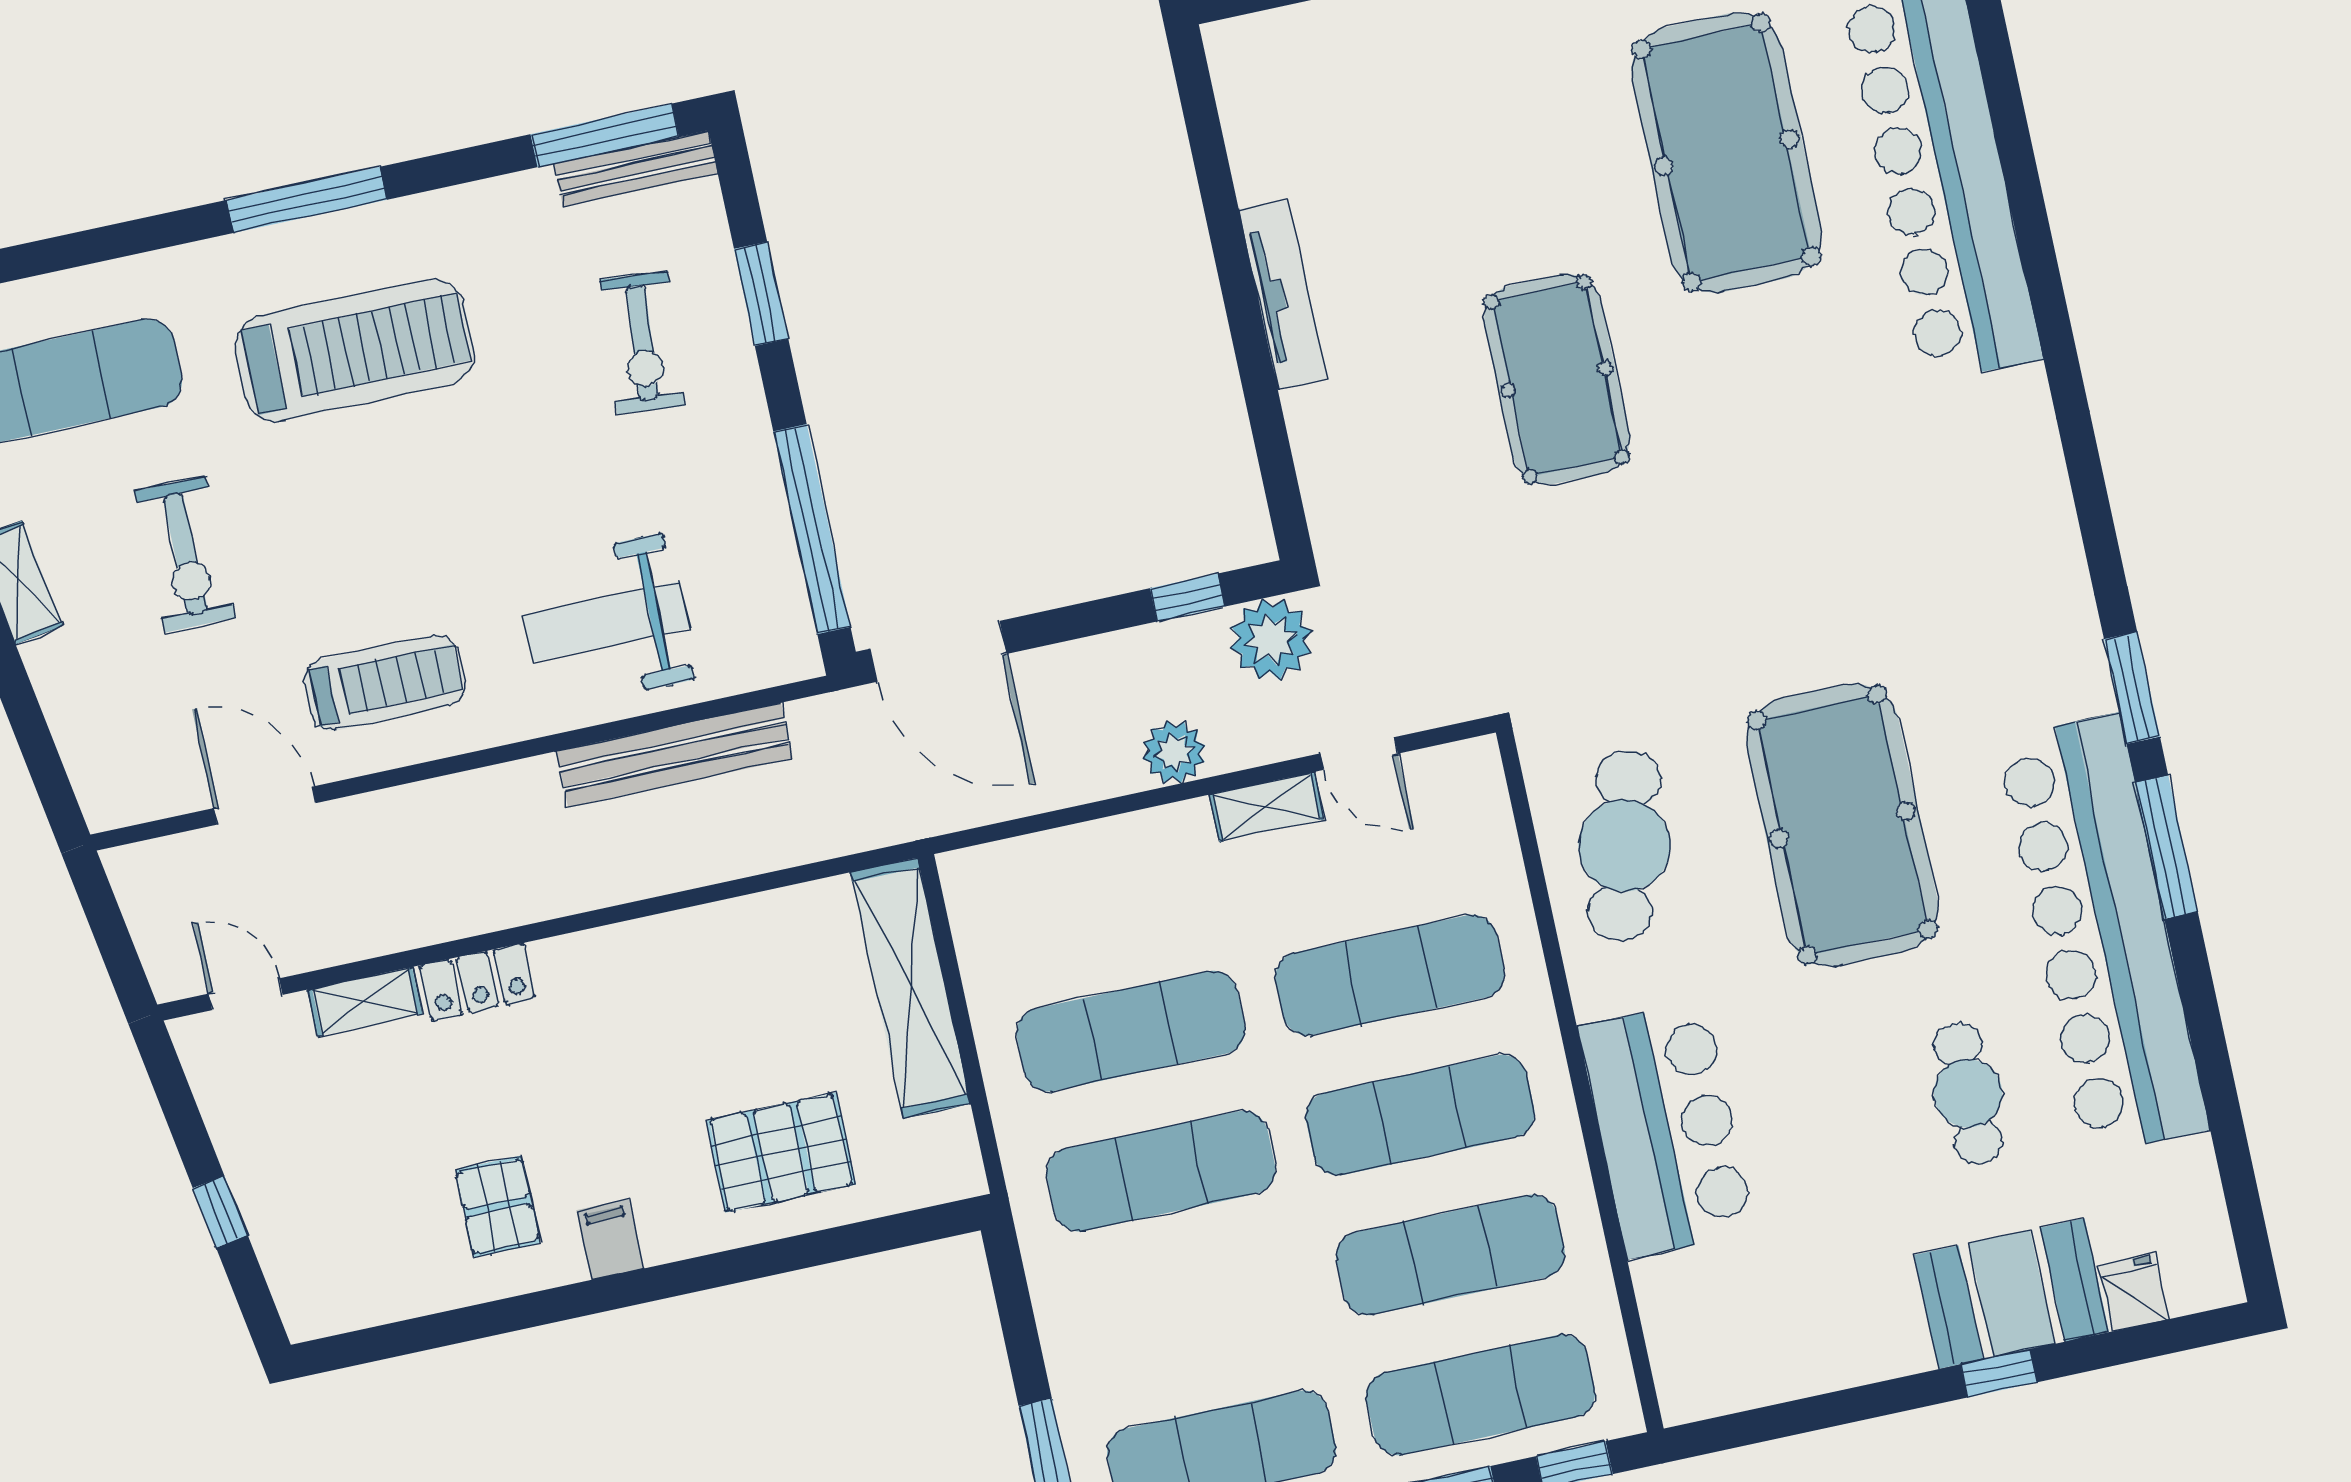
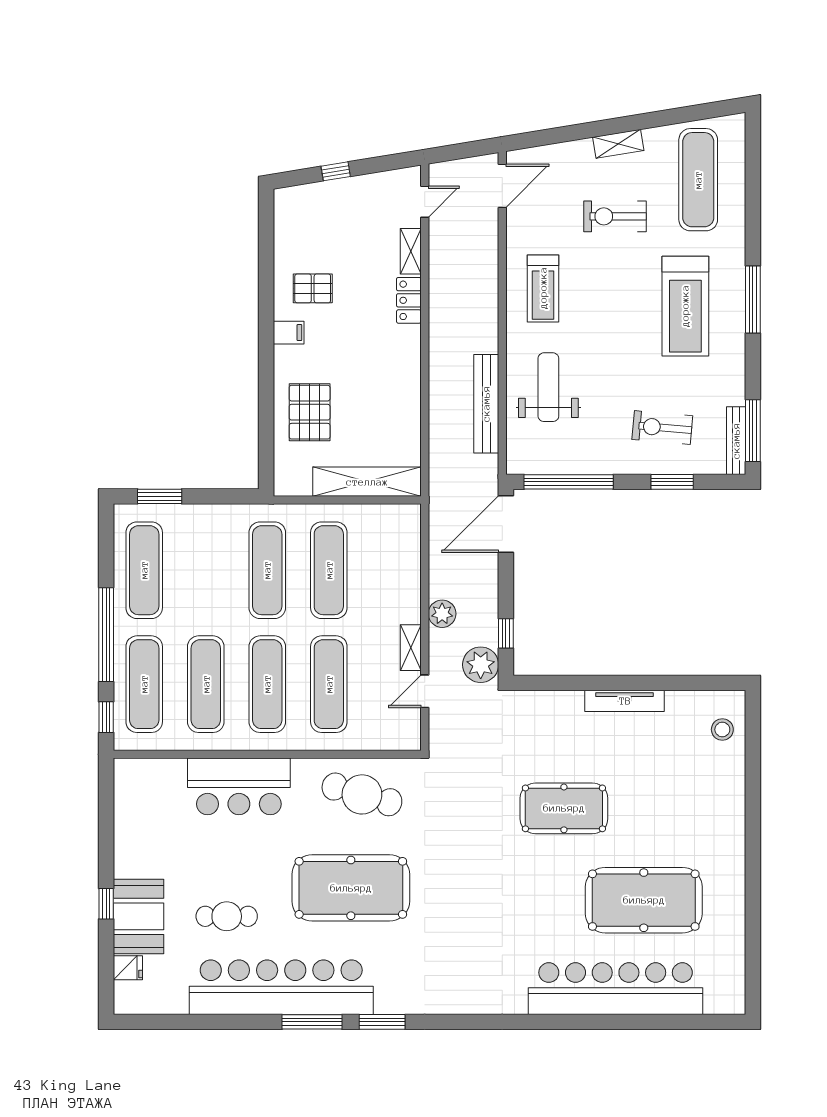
stool: (1300, 58) -> (722, 730), added
door: (265, 806) -> (502, 186), moved

